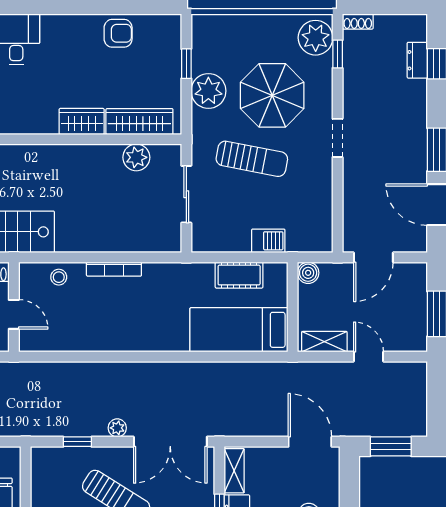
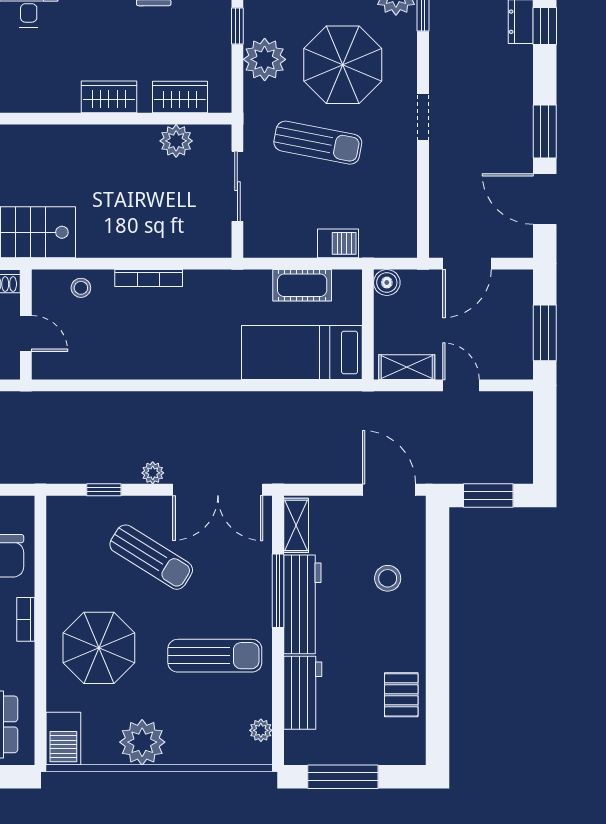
wardrobe: (139, 122) -> (180, 97), width x0.67

